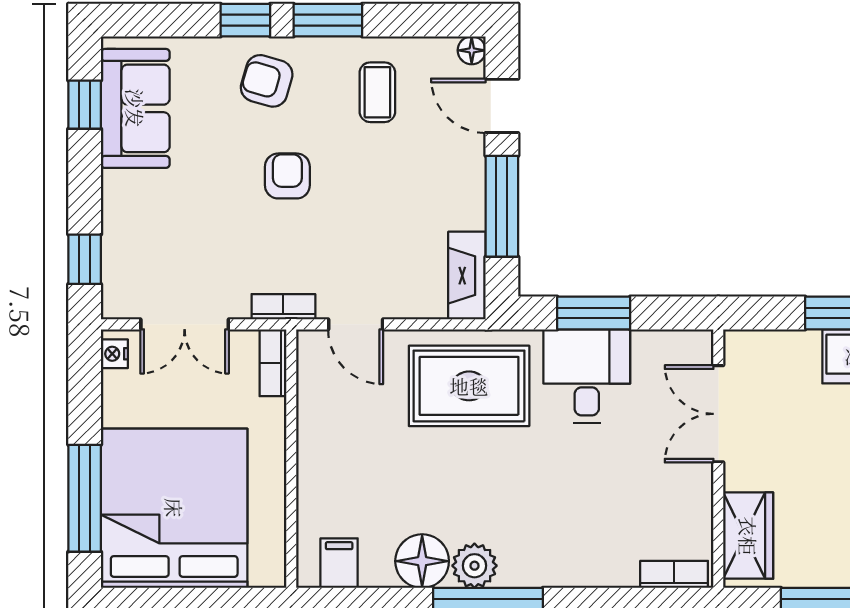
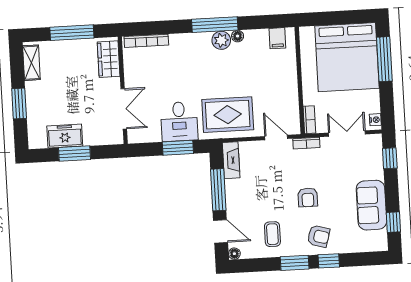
sofa: (135, 108) -> (371, 205), moved
floor lamp: (422, 561) -> (238, 36), width x0.53, depth x0.53
bookcase: (674, 574) -> (146, 41), width x1.56

